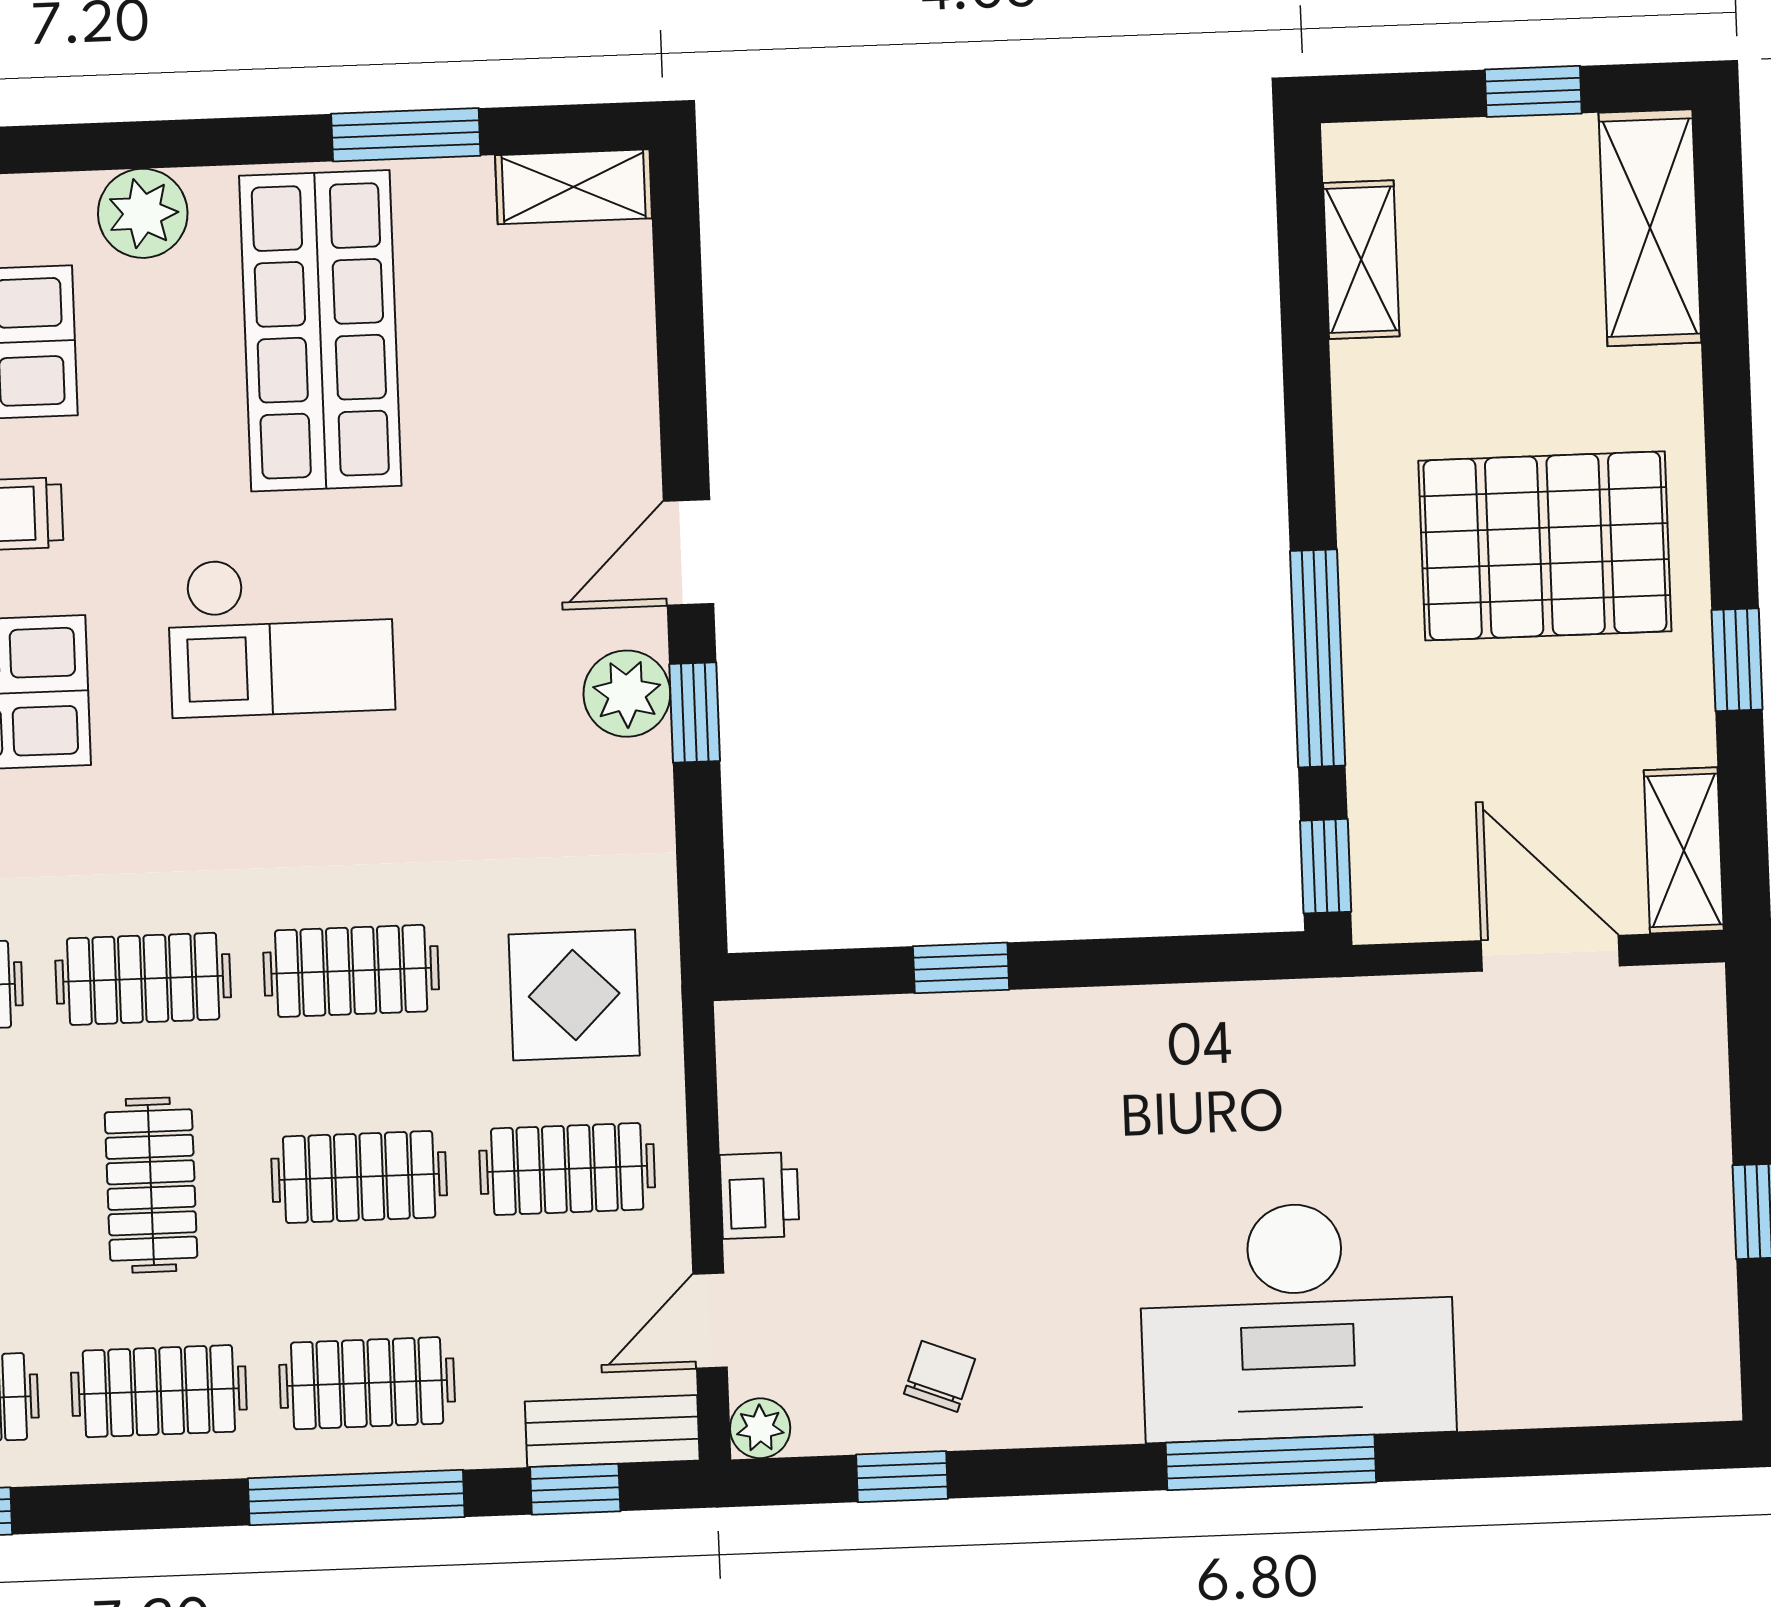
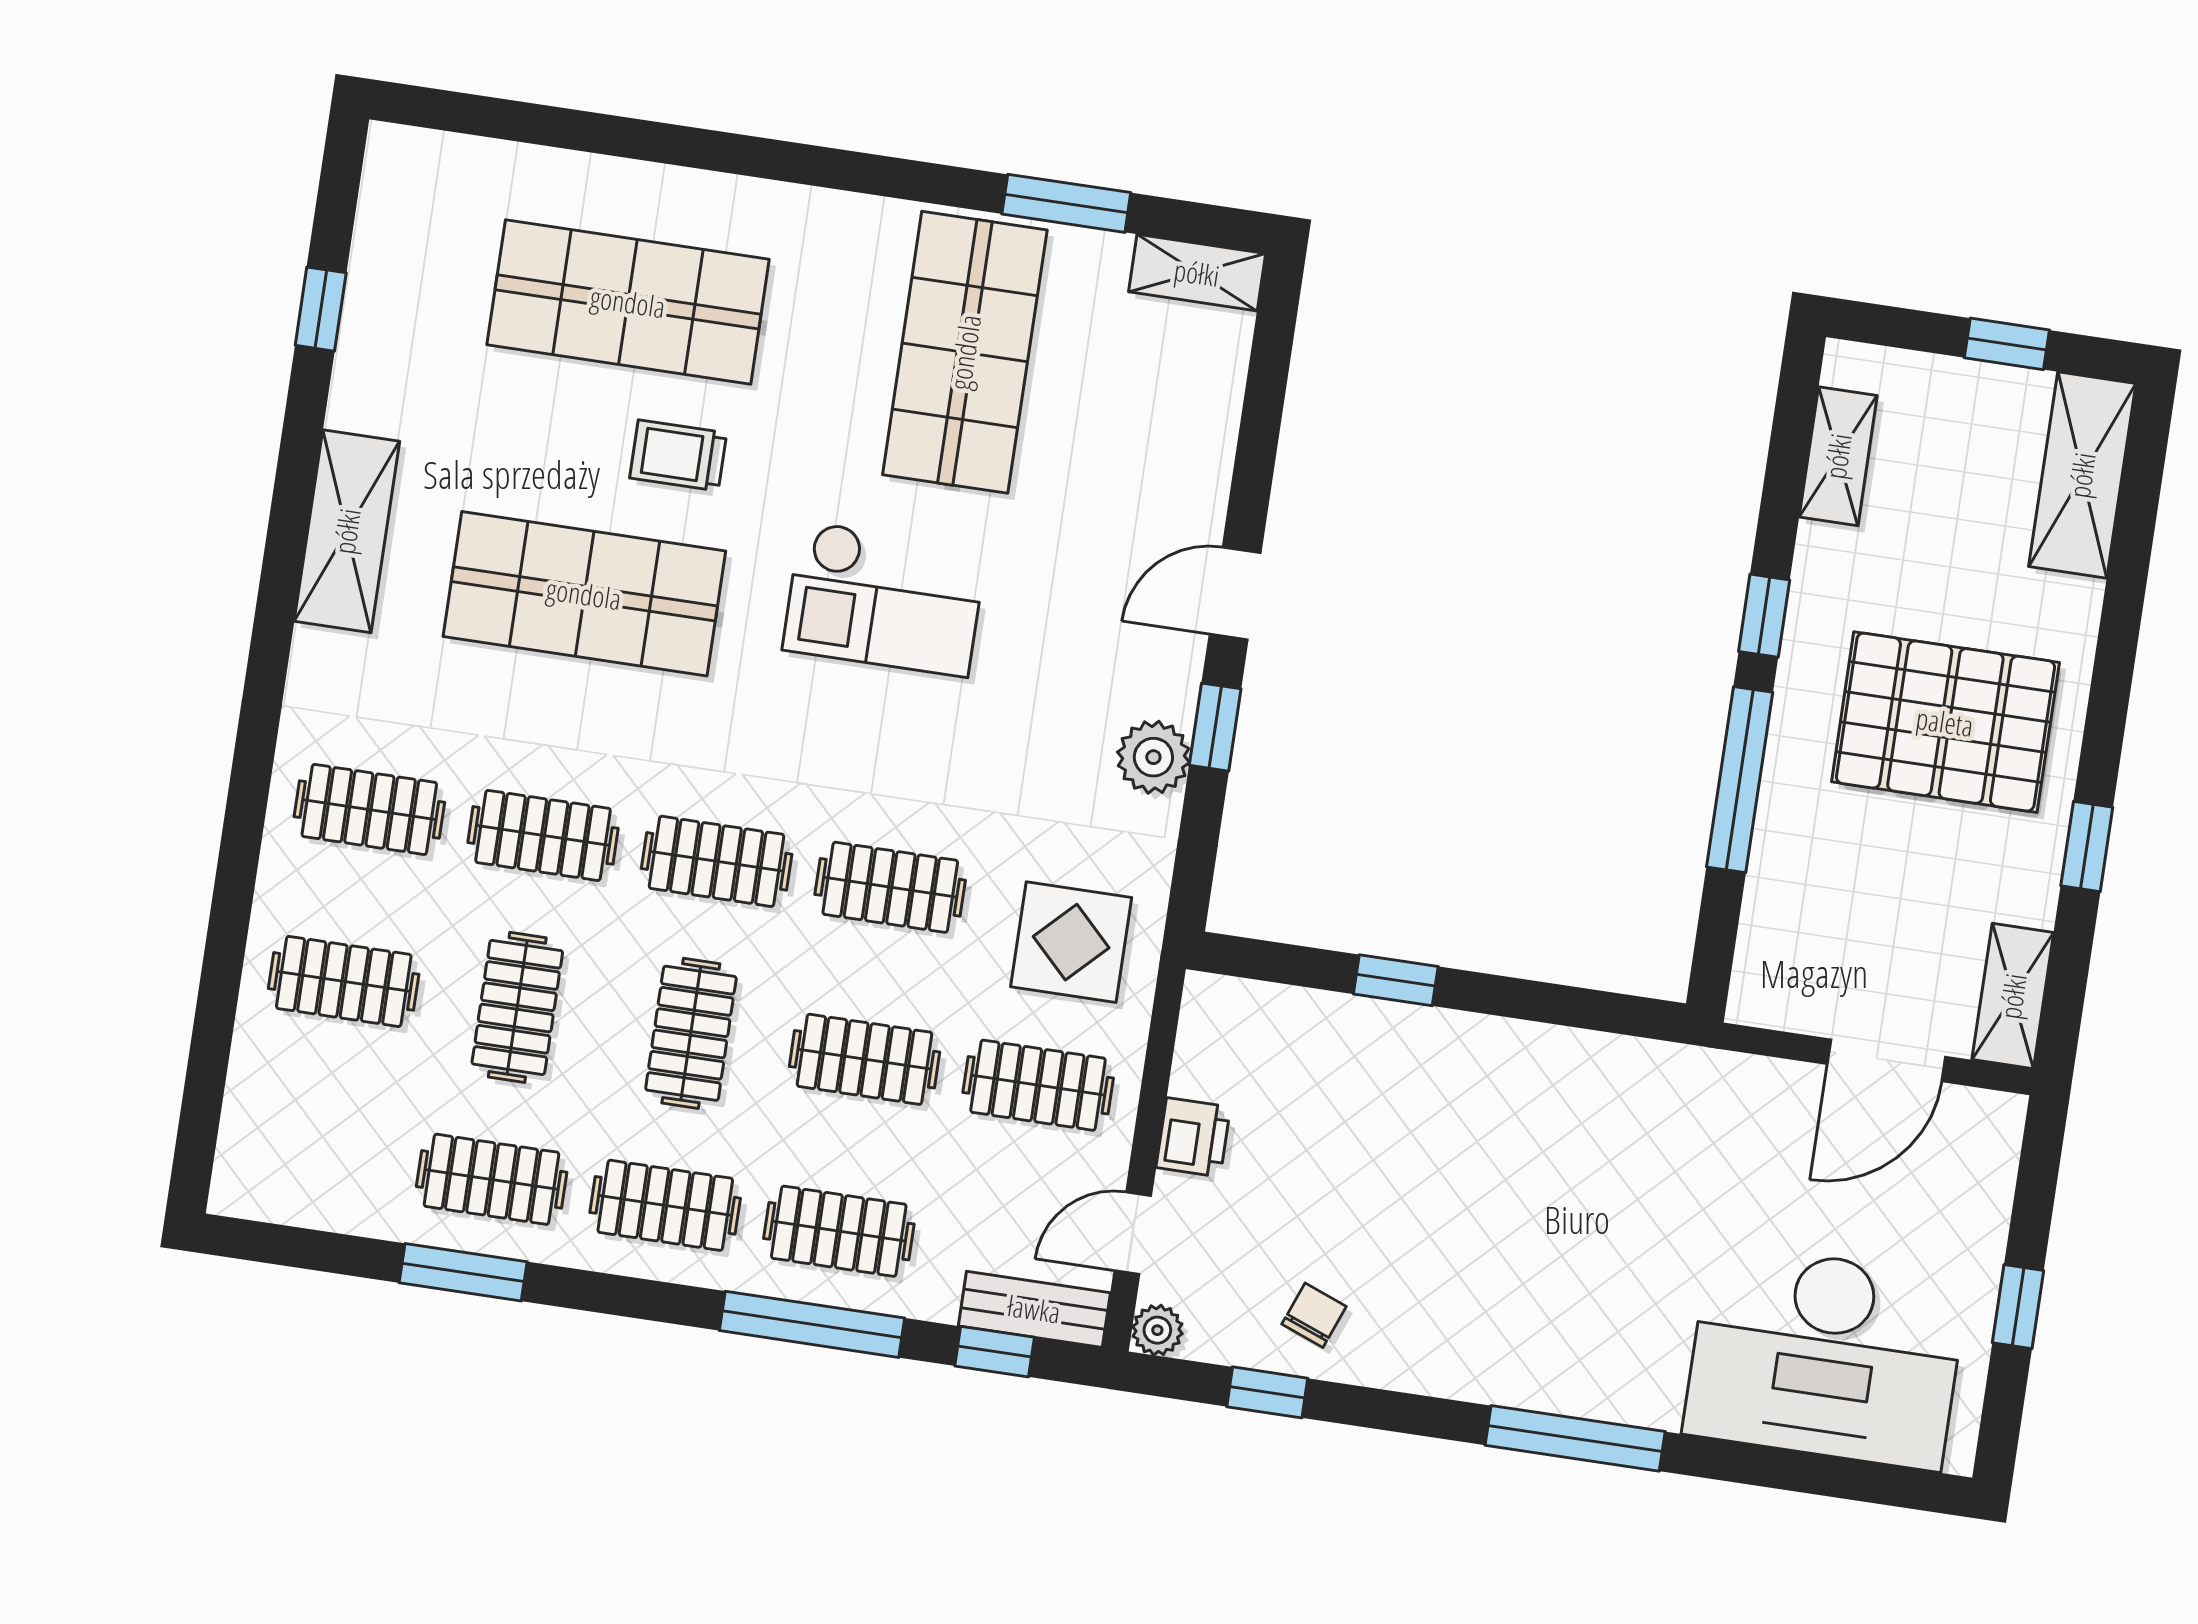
plant: (143, 213) -> (836, 227), removed
plant: (627, 694) -> (1153, 757), moved
window: (1326, 866) -> (1764, 616), moved
door: (1550, 953) -> (1886, 1060), swing flipped
desk: (1297, 1321) -> (1825, 1356), moved

